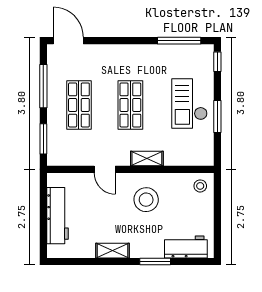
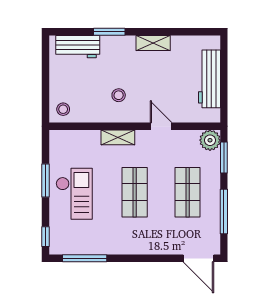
plant: (57, 156) -> (210, 140), added
stool: (146, 200) -> (119, 95), width x0.53, depth x0.53

